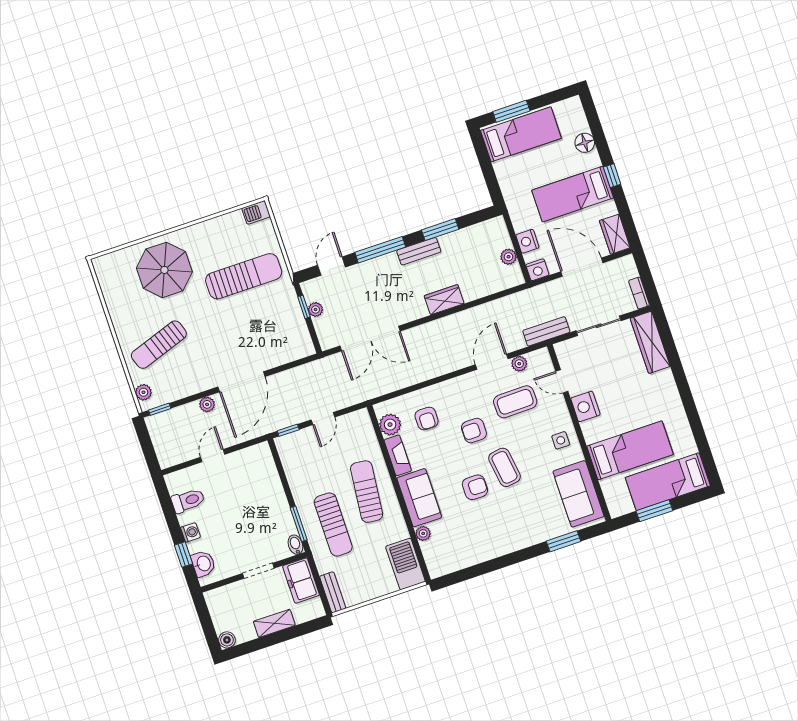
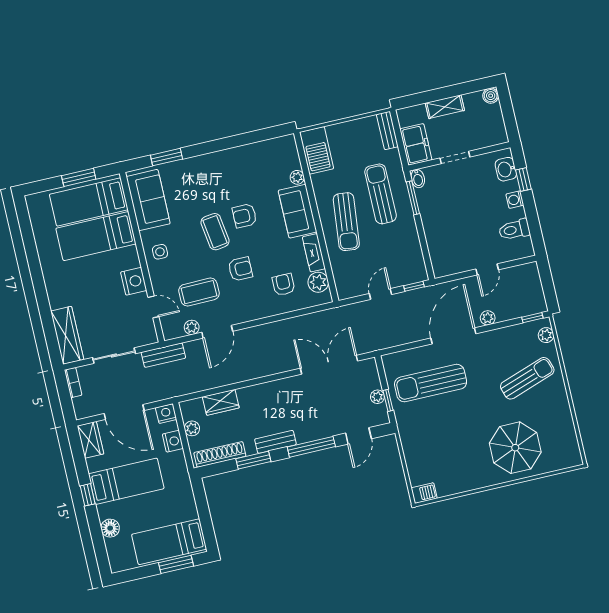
shoe rack: (476, 232) -> (220, 454), added
sun lounger: (244, 276) -> (431, 383), moved
wardrobe: (444, 300) -> (221, 402), moved
bed: (668, 482) -> (89, 202), moved, turned 180

